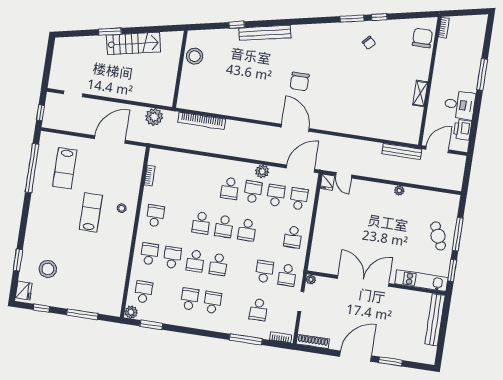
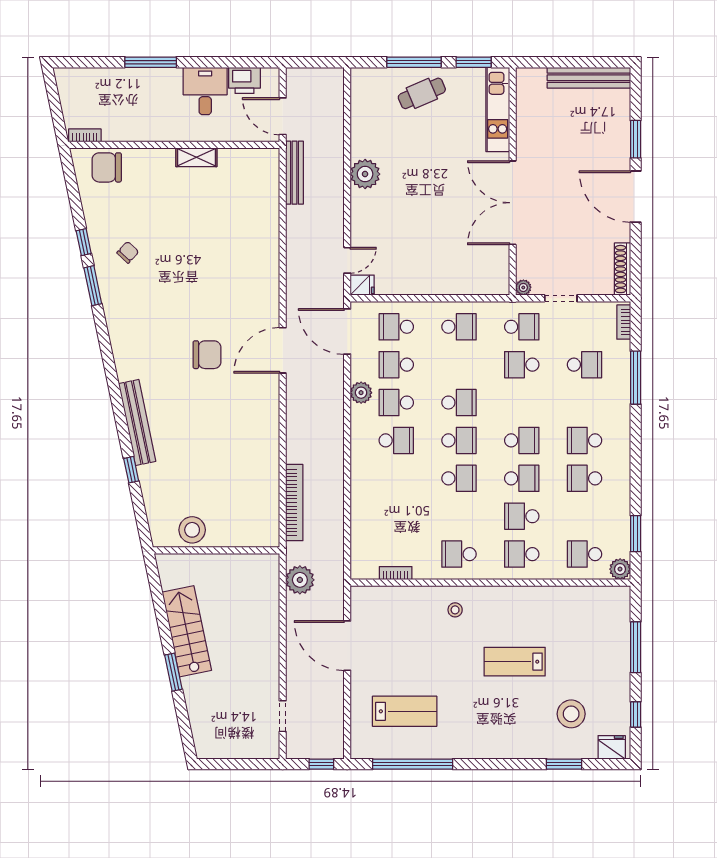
plant: (399, 191) -> (365, 174), width x1.87, depth x1.87
lab bench: (91, 212) -> (515, 662), moved
bench: (435, 320) -> (589, 78), moved

